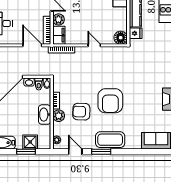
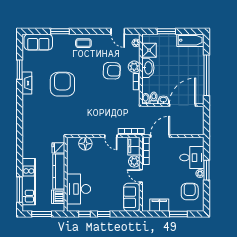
floor lamp: (121, 38) -> (85, 144), moved
door: (32, 45) -> (160, 136), swing flipped
door: (94, 45) -> (111, 136), moved
armchair: (110, 101) -> (62, 84), moved
coffee table: (110, 140) -> (83, 43), width x0.54, depth x0.58
shower: (30, 142) -> (149, 50), moved
window: (101, 152) -> (60, 31), moved

